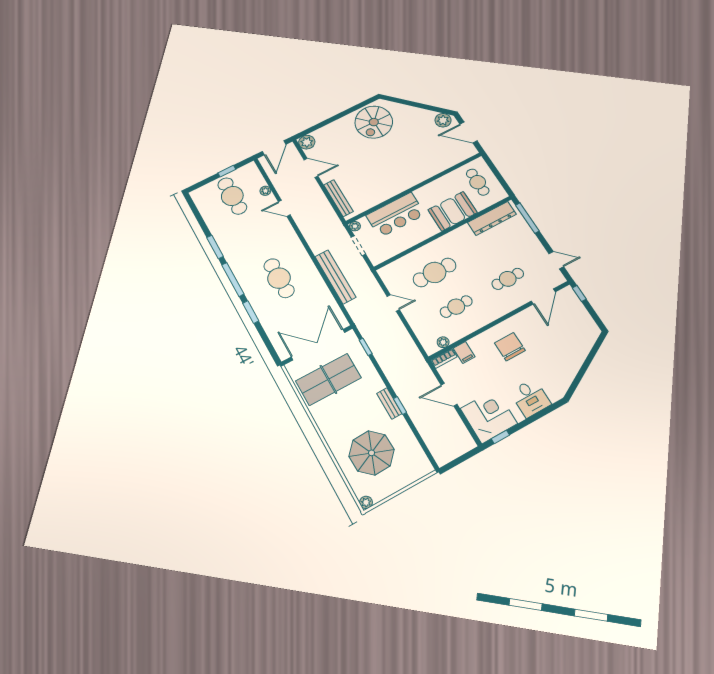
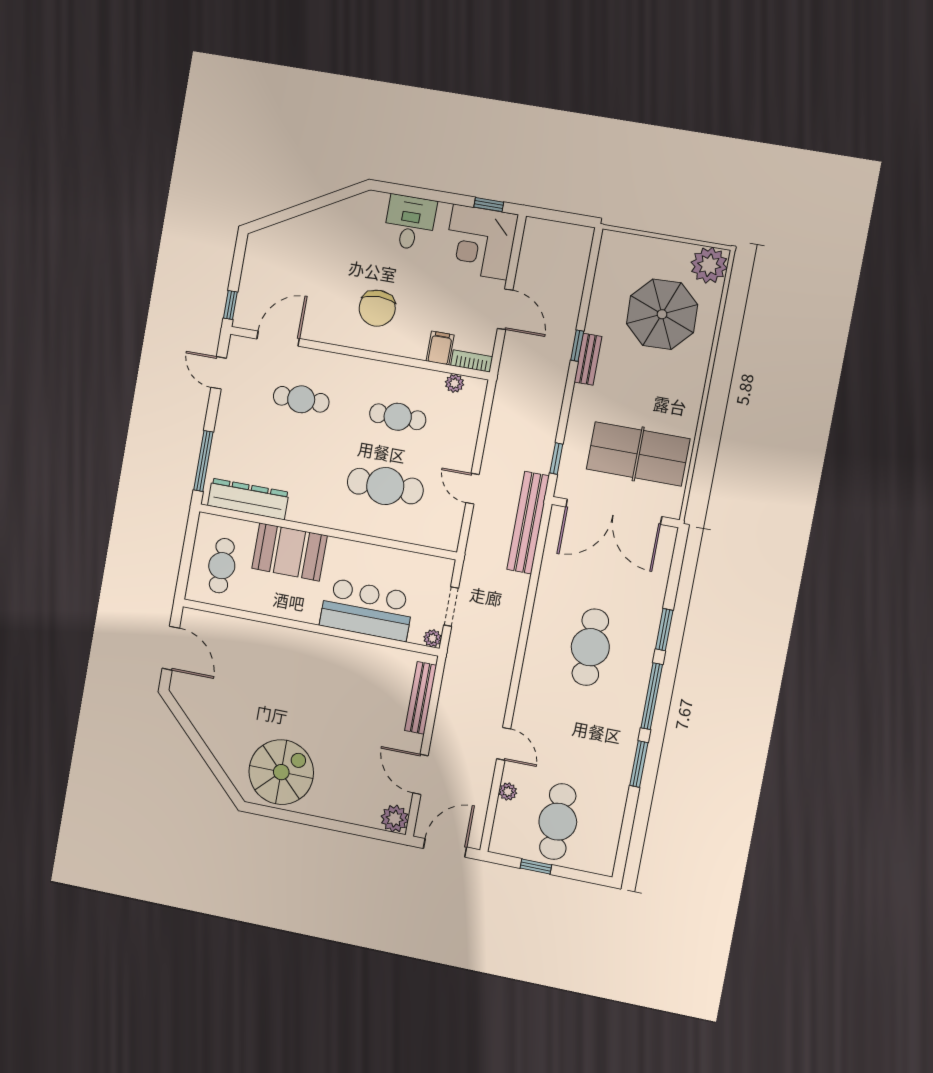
plant: (443, 120) -> (188, 695), removed
bench: (335, 277) -> (528, 523), moved
plant: (366, 502) -> (709, 265), width x1.88, depth x1.88

